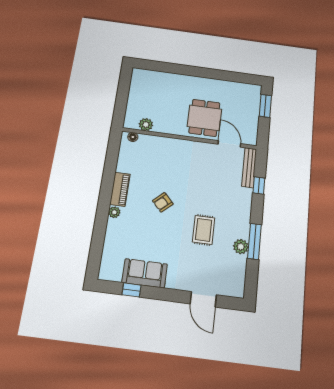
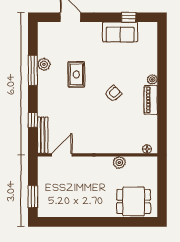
dining table: (204, 118) -> (134, 201), moved, turned 90
plant: (146, 125) -> (119, 163), moved
door: (229, 144) -> (62, 155), swing flipped

